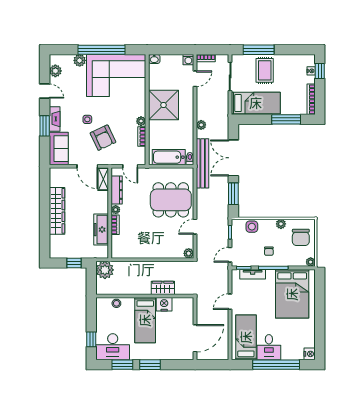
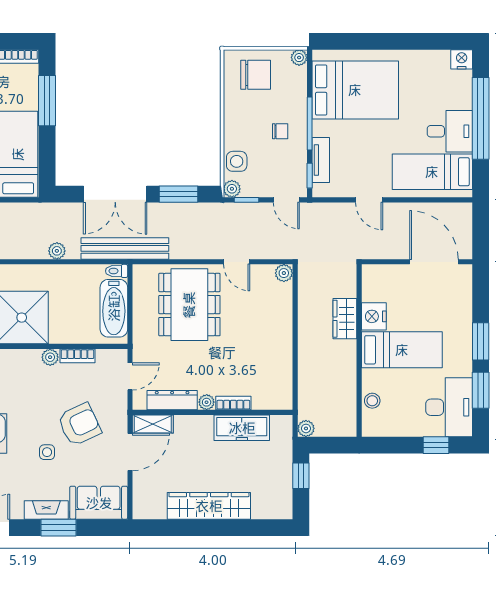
plant: (281, 224) -> (232, 189), moved
plant: (105, 270) -> (306, 428), width x0.53, depth x0.53

